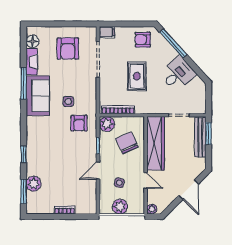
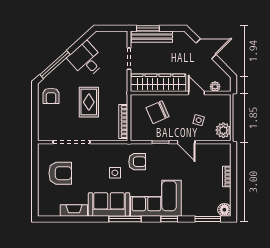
filing cabinet: (107, 32) -> (43, 133), removed
floor lamp: (32, 41) -> (224, 210), moved
rug: (137, 76) -> (89, 102), turned 90
window: (24, 83) -> (125, 219), moved
plant: (107, 124) -> (138, 133), removed
corner sofa: (44, 141) -> (156, 198), added
door: (146, 180) -> (196, 93), hinge flipped
plant: (34, 184) -> (200, 209), removed
plant: (120, 207) -> (223, 130), moved
plant: (152, 209) -> (215, 87), moved

